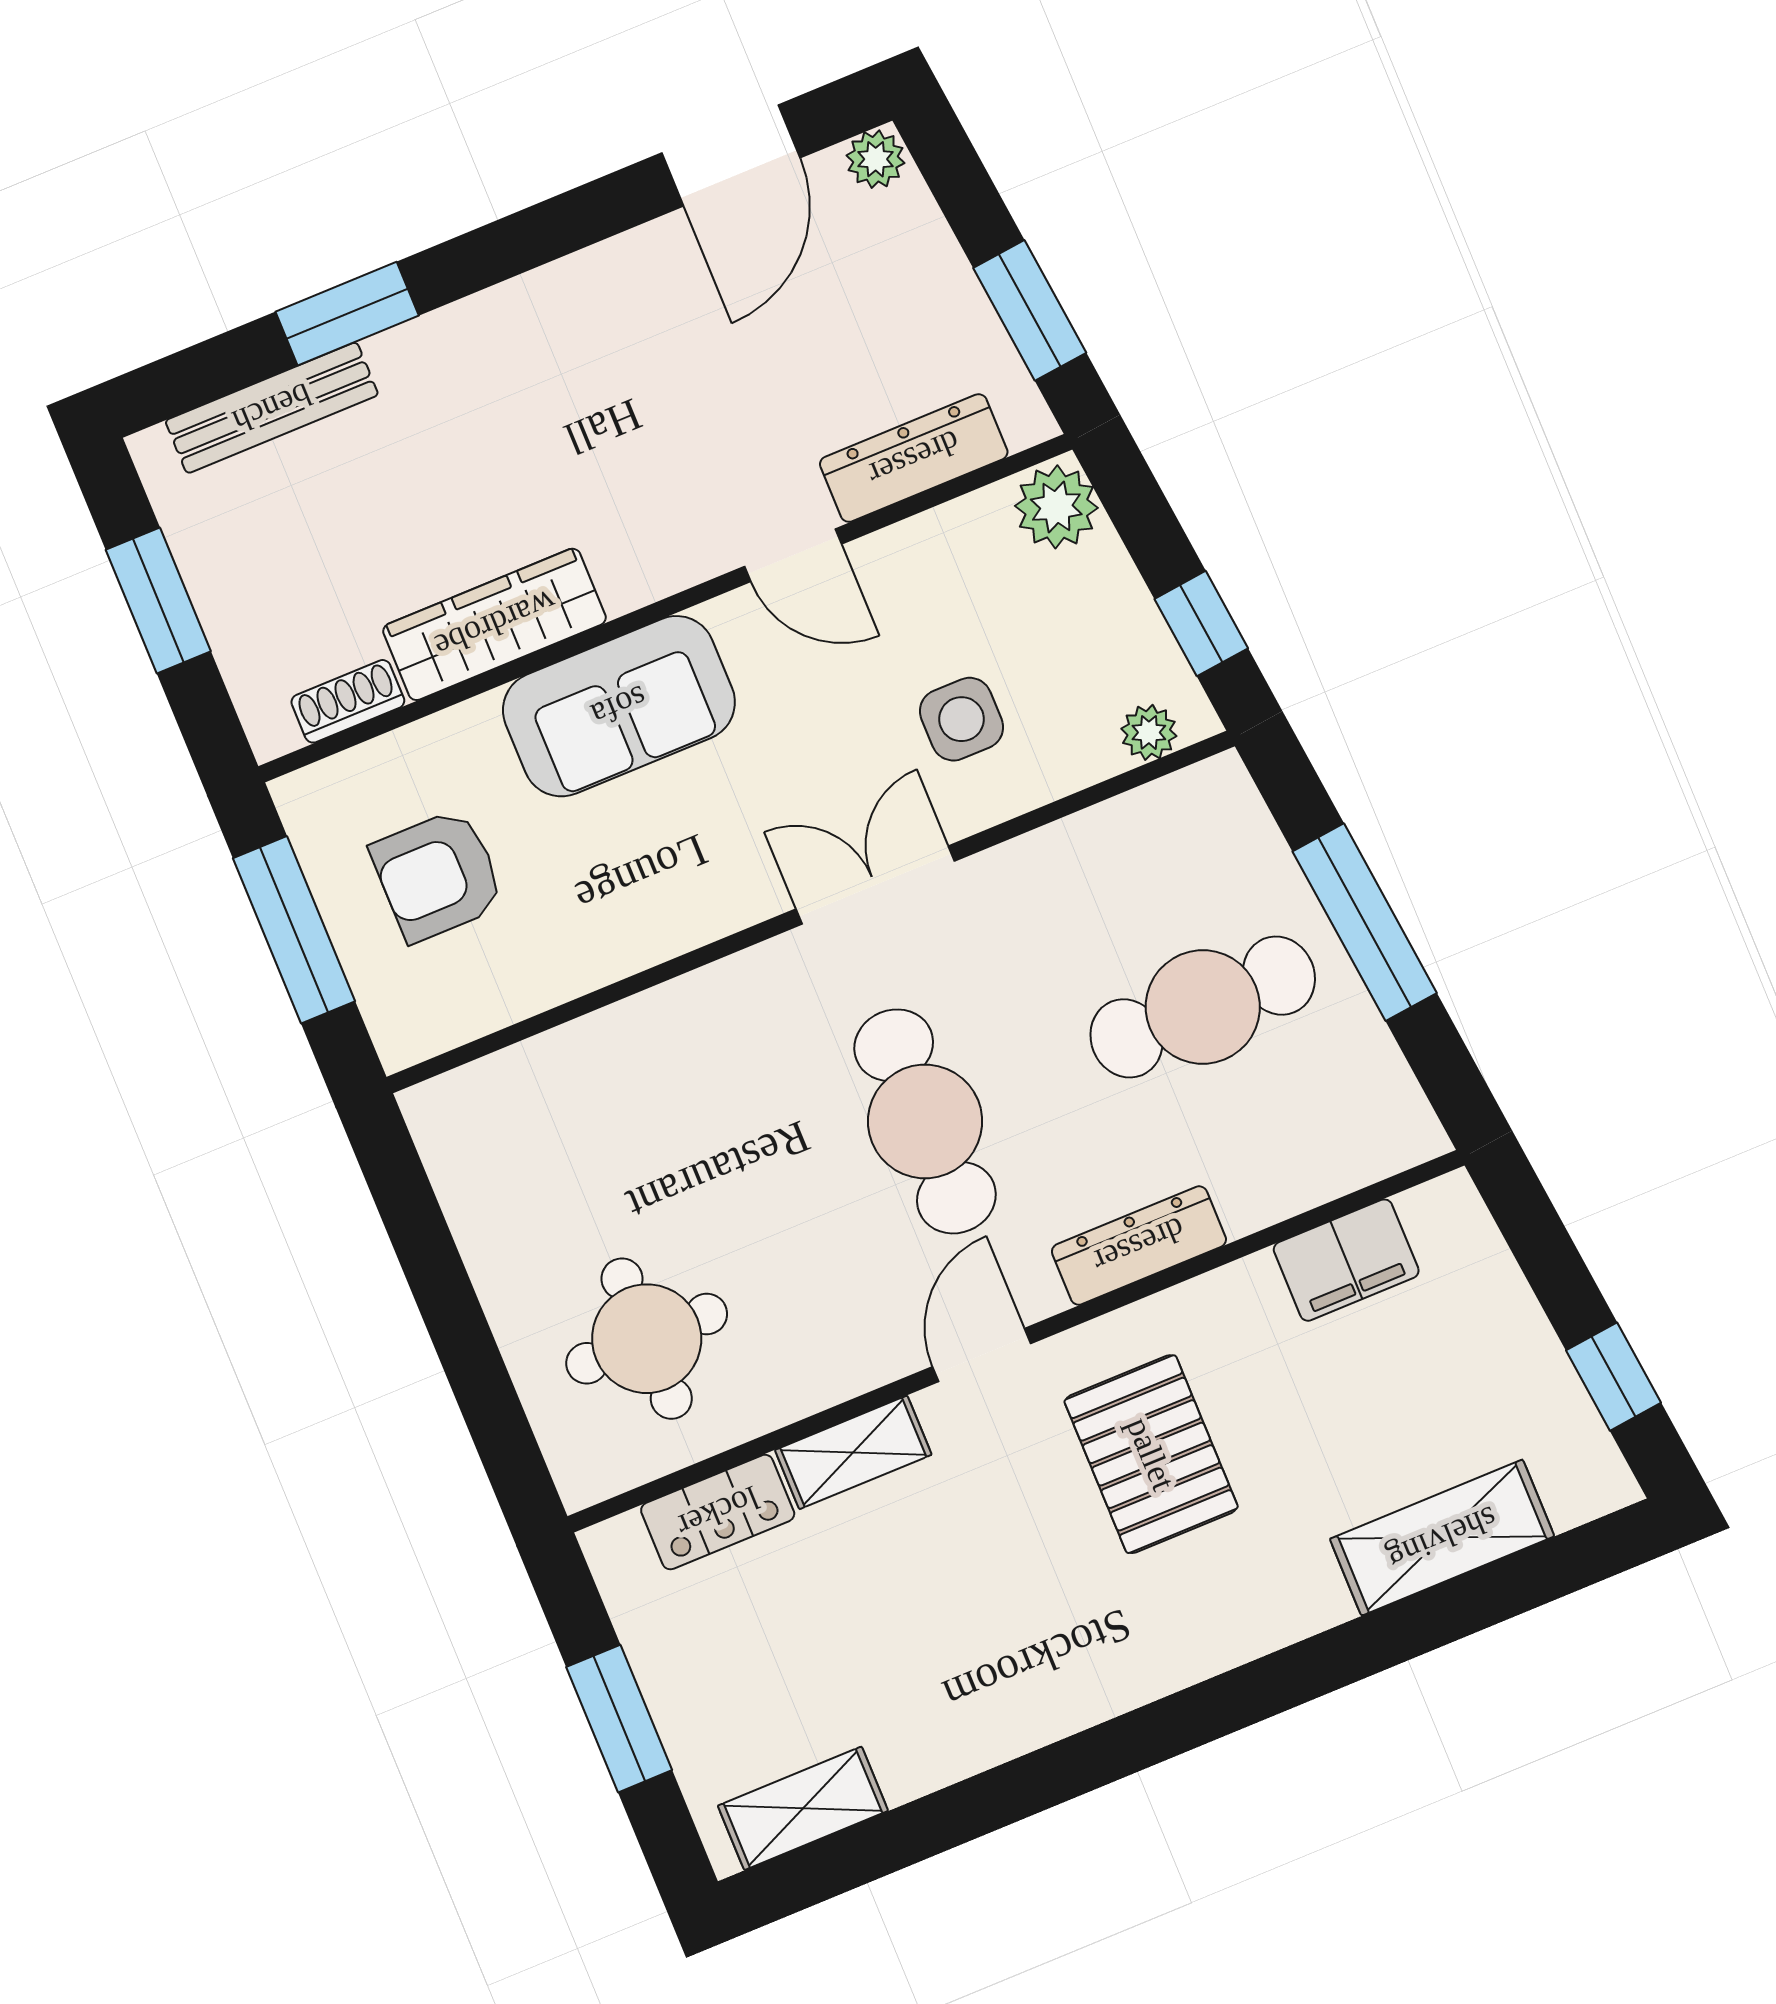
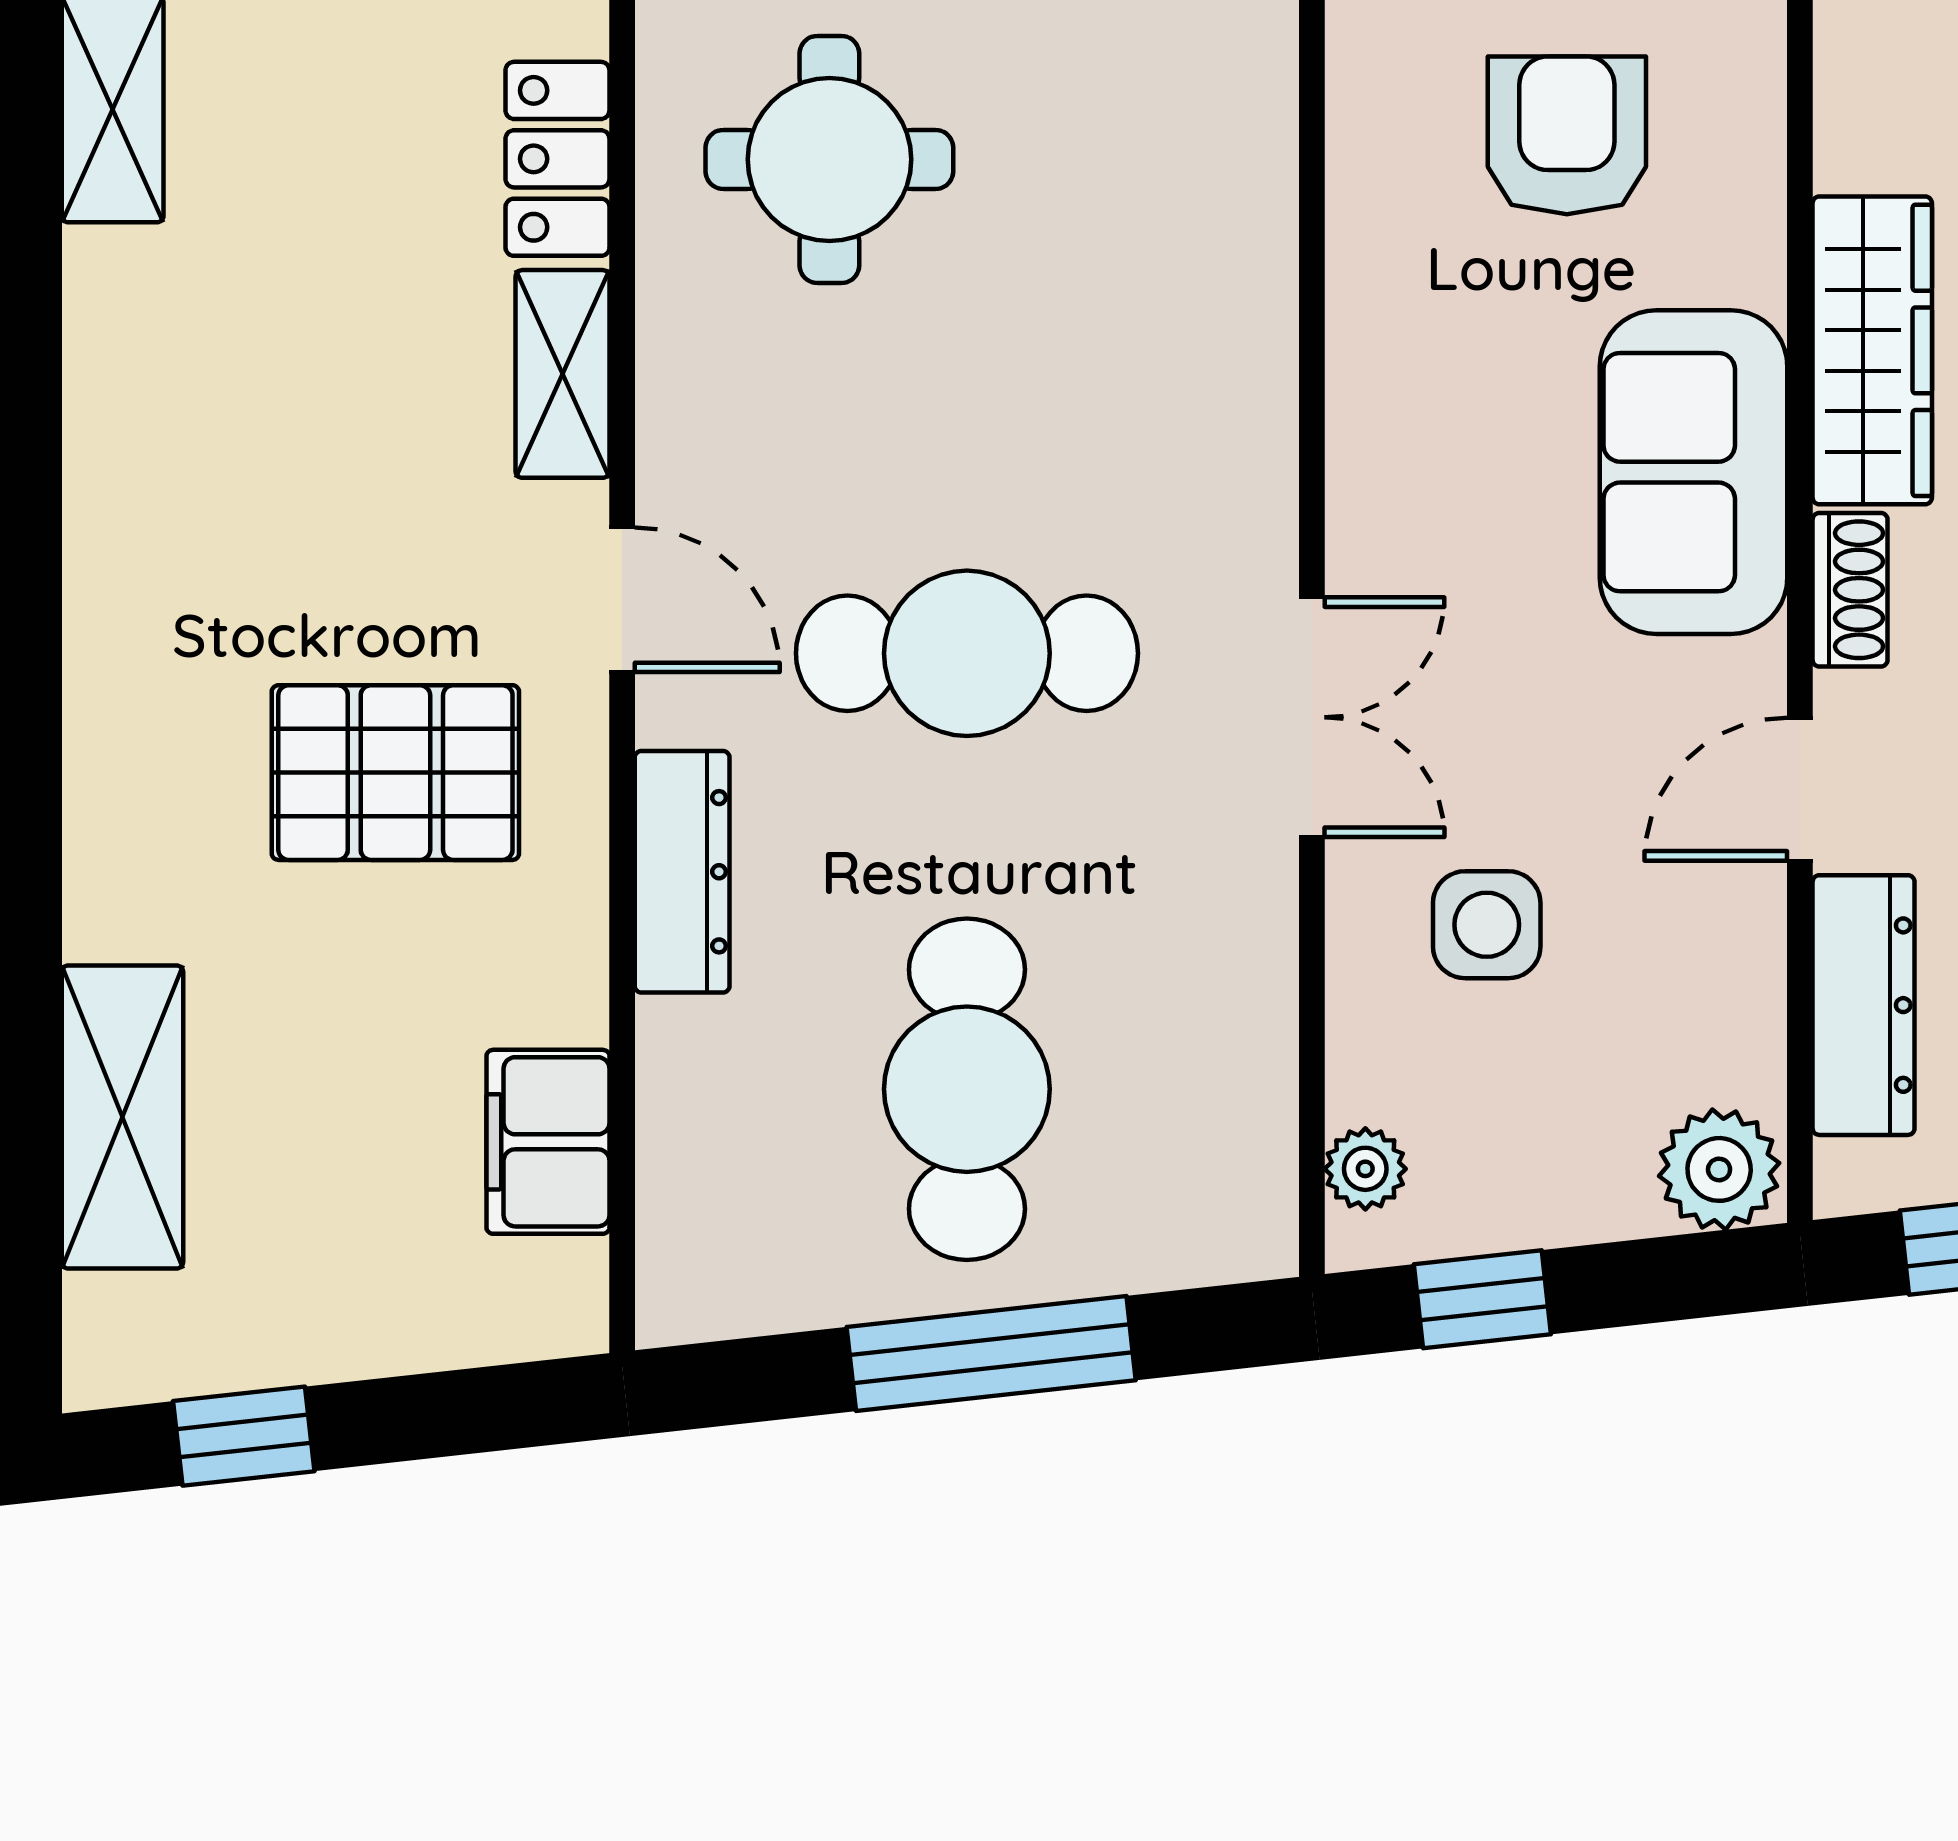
shoe rack: (348, 701) -> (1850, 590), moved

